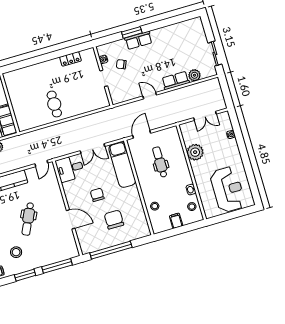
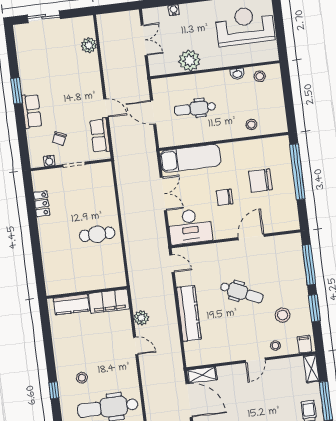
window: (132, 32) -> (17, 91), moved
sliding door: (215, 54) -> (44, 17), moved
row of seats: (176, 80) -> (100, 135), moved
door: (150, 96) -> (106, 108), swing flipped
door: (142, 134) -> (153, 112), moved
desk: (70, 168) -> (190, 226), width x1.37
filing cabinet: (176, 221) -> (275, 100), removed
window: (111, 250) -> (297, 172), moved

